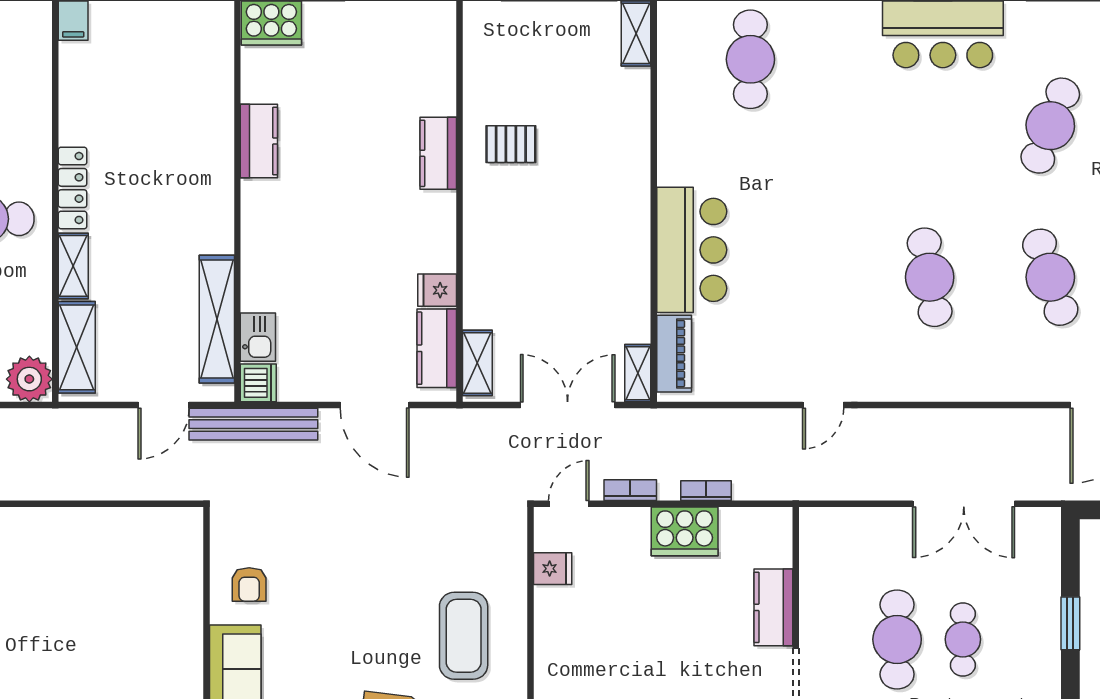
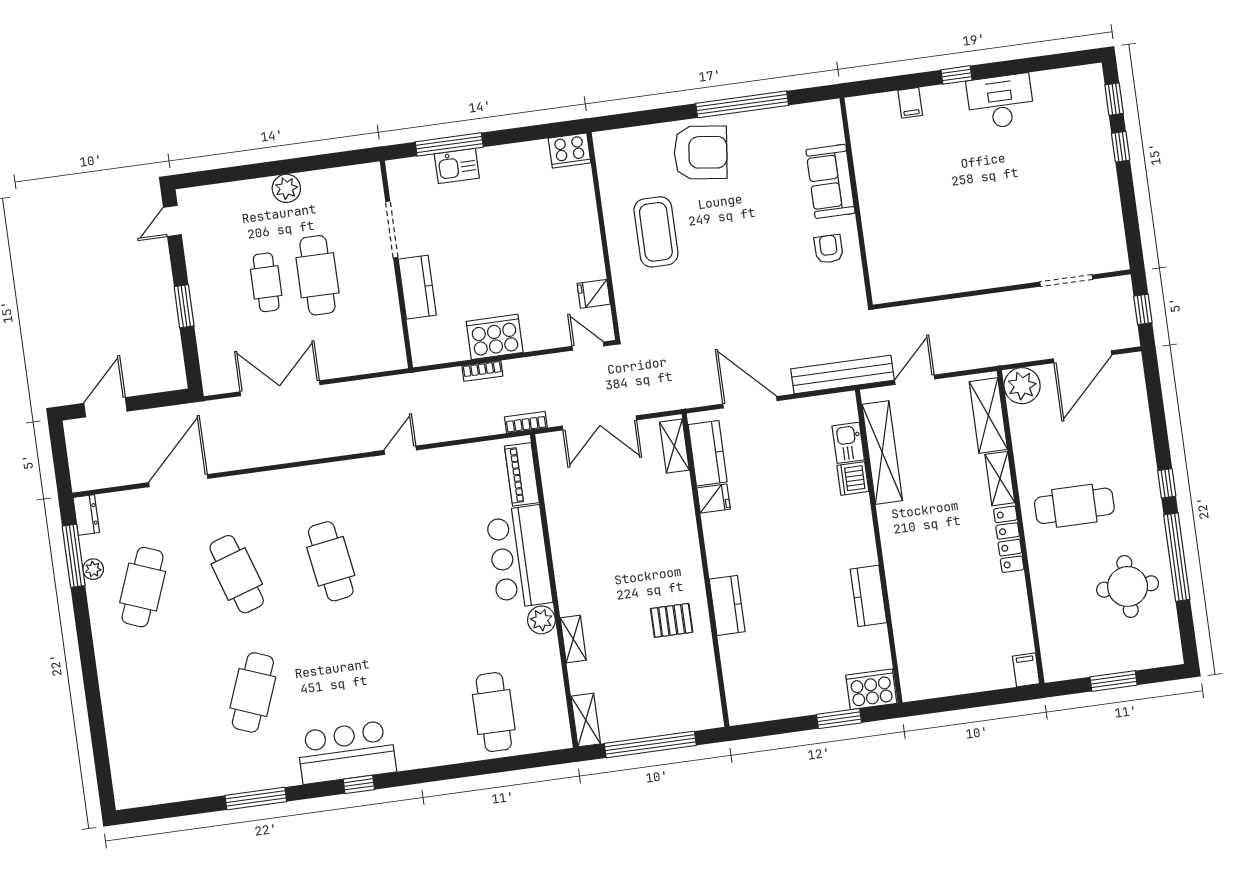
plant: (675, 167) -> (541, 620), added
shelving: (638, 373) -> (573, 639), moved
dishwasher: (258, 383) -> (853, 478), moved
bookcase: (630, 490) -> (526, 422), moved, turned 180
door: (569, 504) -> (588, 346), swing flipped

